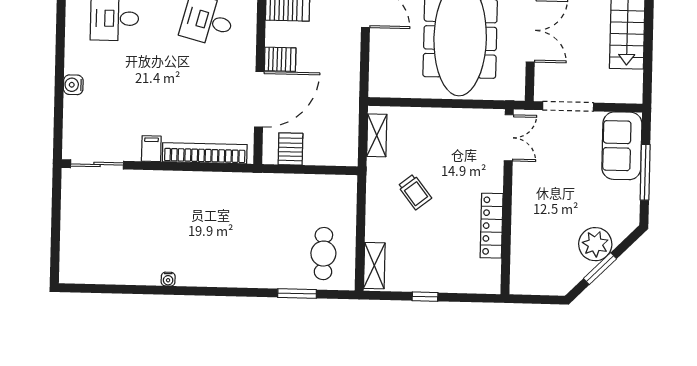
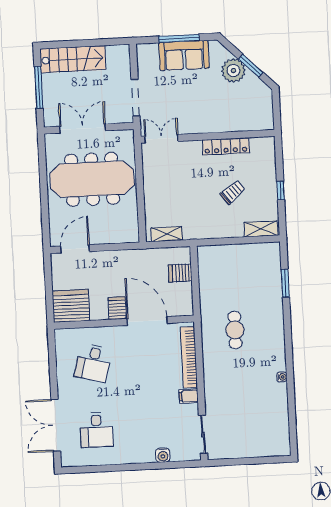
water cooler: (73, 85) -> (163, 455), moved
sofa: (622, 146) -> (184, 55), moved
server rack: (290, 149) -> (180, 273), moved
trolley: (415, 192) -> (233, 192), moved
cafe table: (323, 254) -> (235, 330), moved, turned 90

